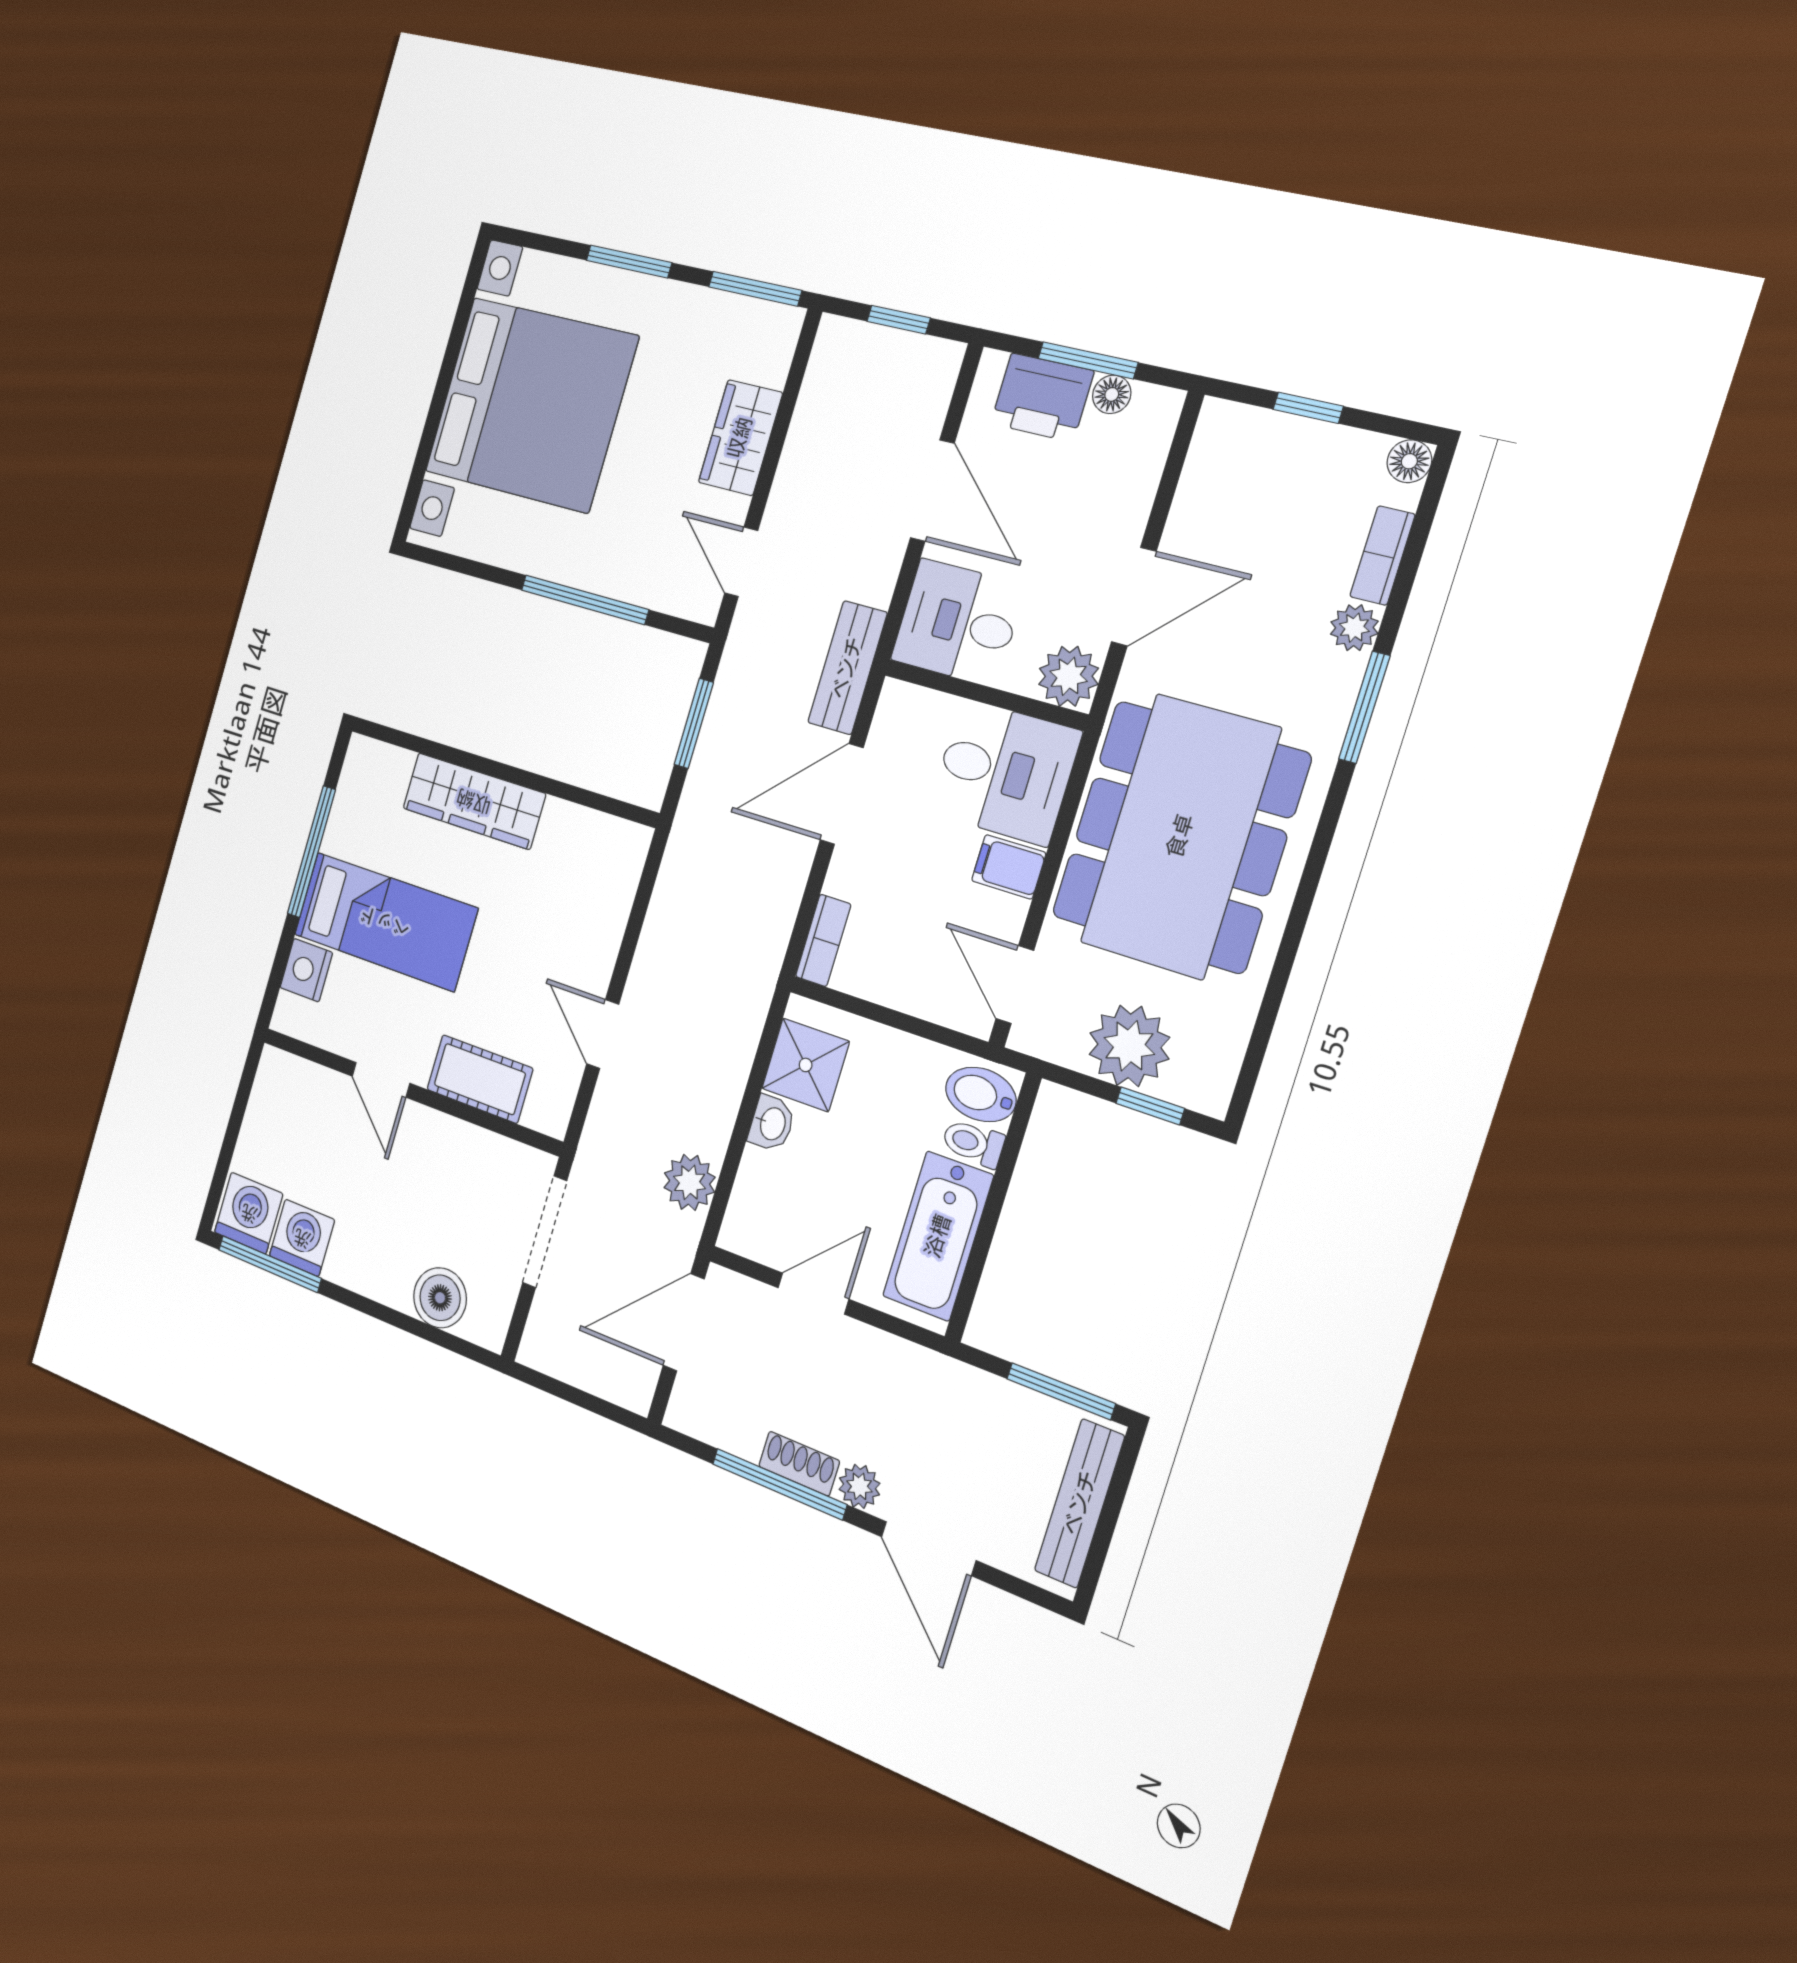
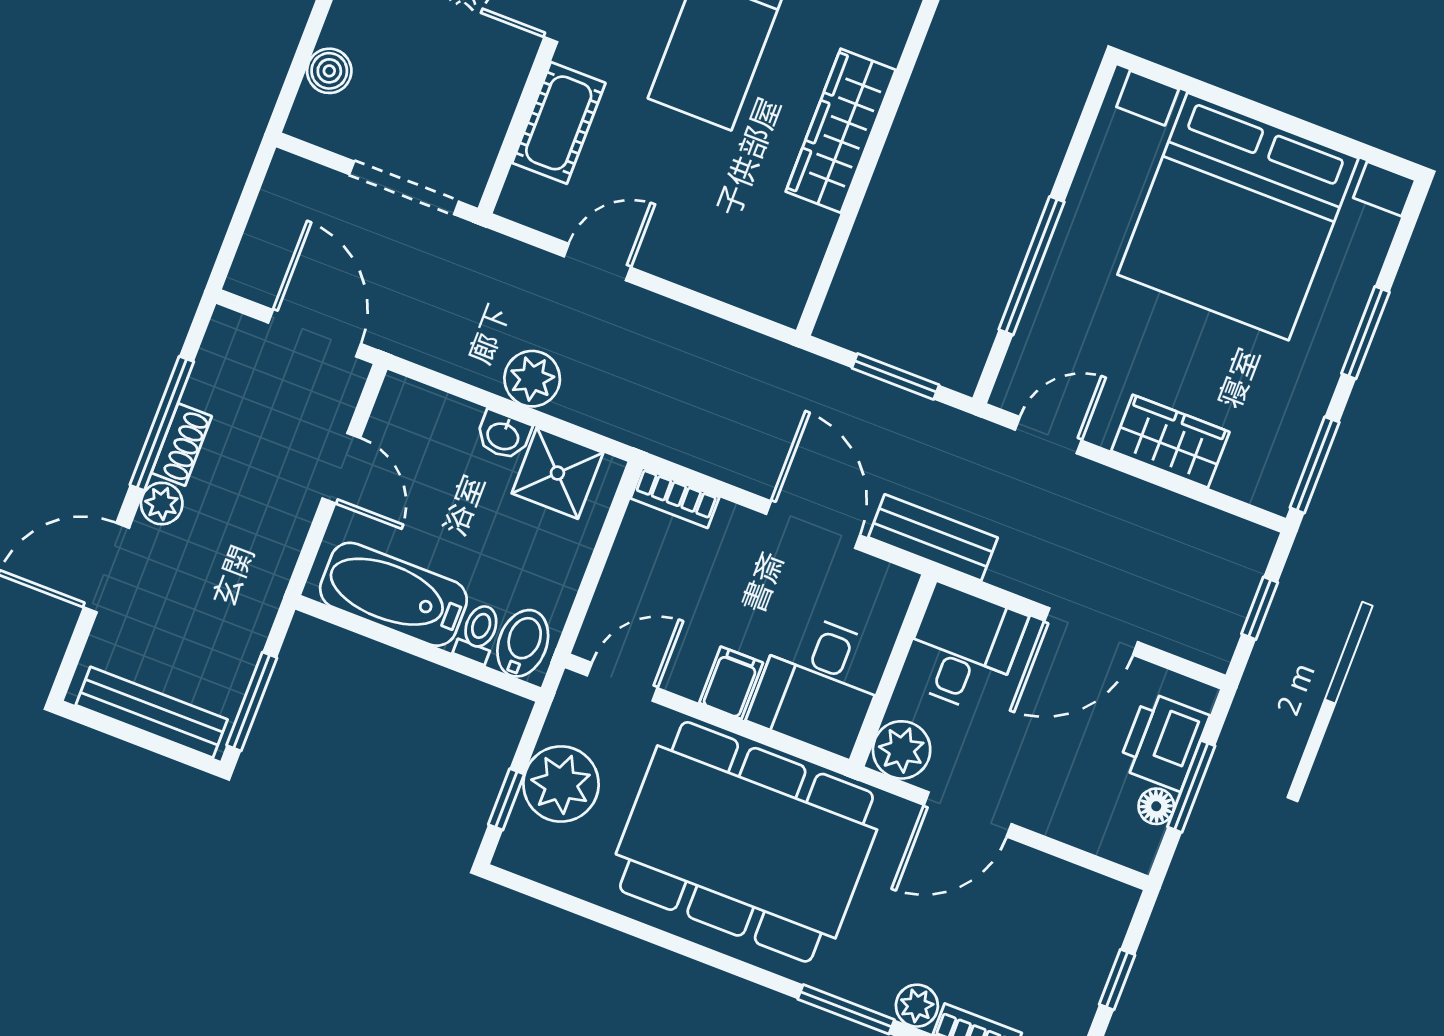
door: (1134, 597) -> (968, 814), hinge flipped
plant: (689, 1182) -> (532, 379), moved
boiler: (440, 1298) -> (329, 71), width x0.73, depth x0.73

